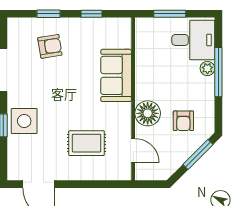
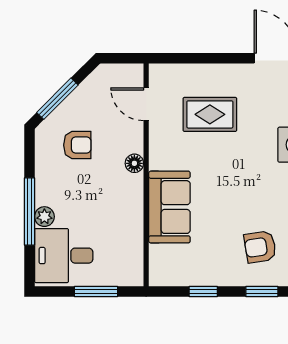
floor lamp: (148, 113) -> (134, 163), width x0.53, depth x0.53
armchair: (183, 121) -> (77, 145), turned 90

